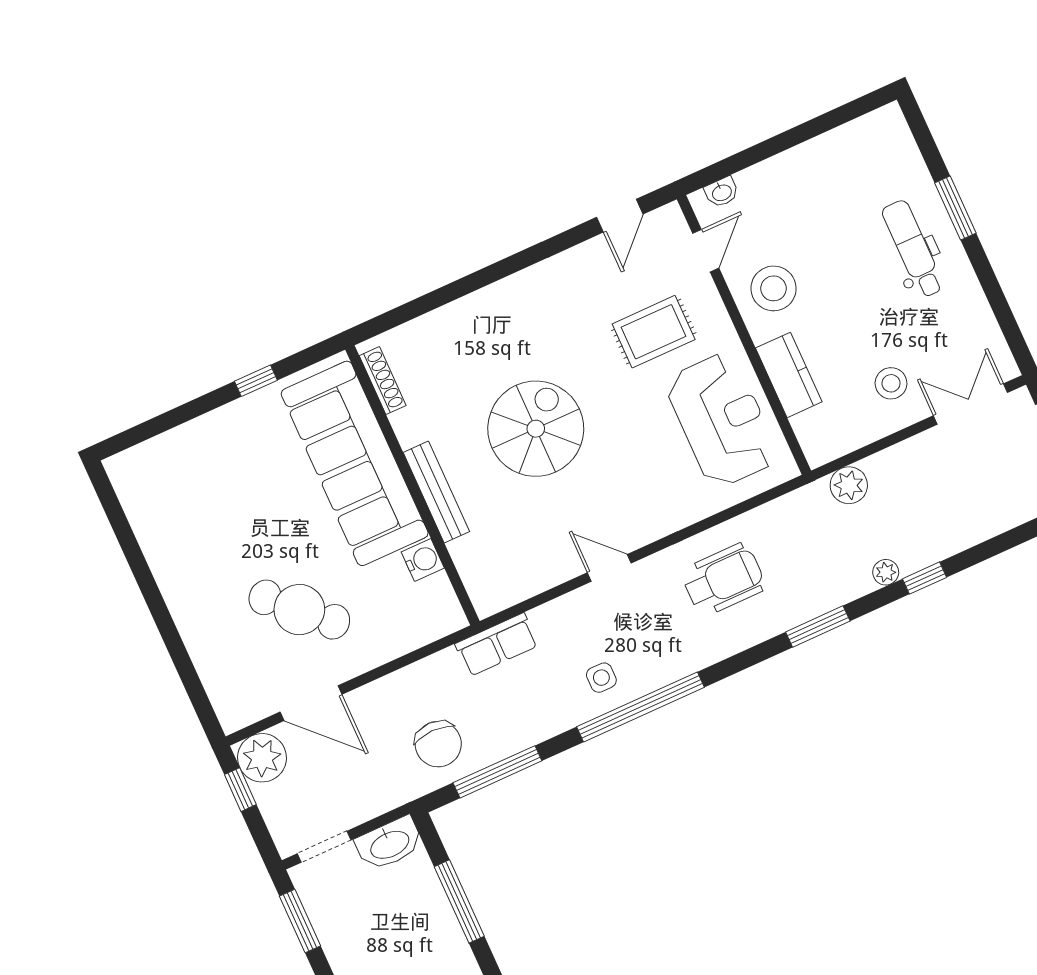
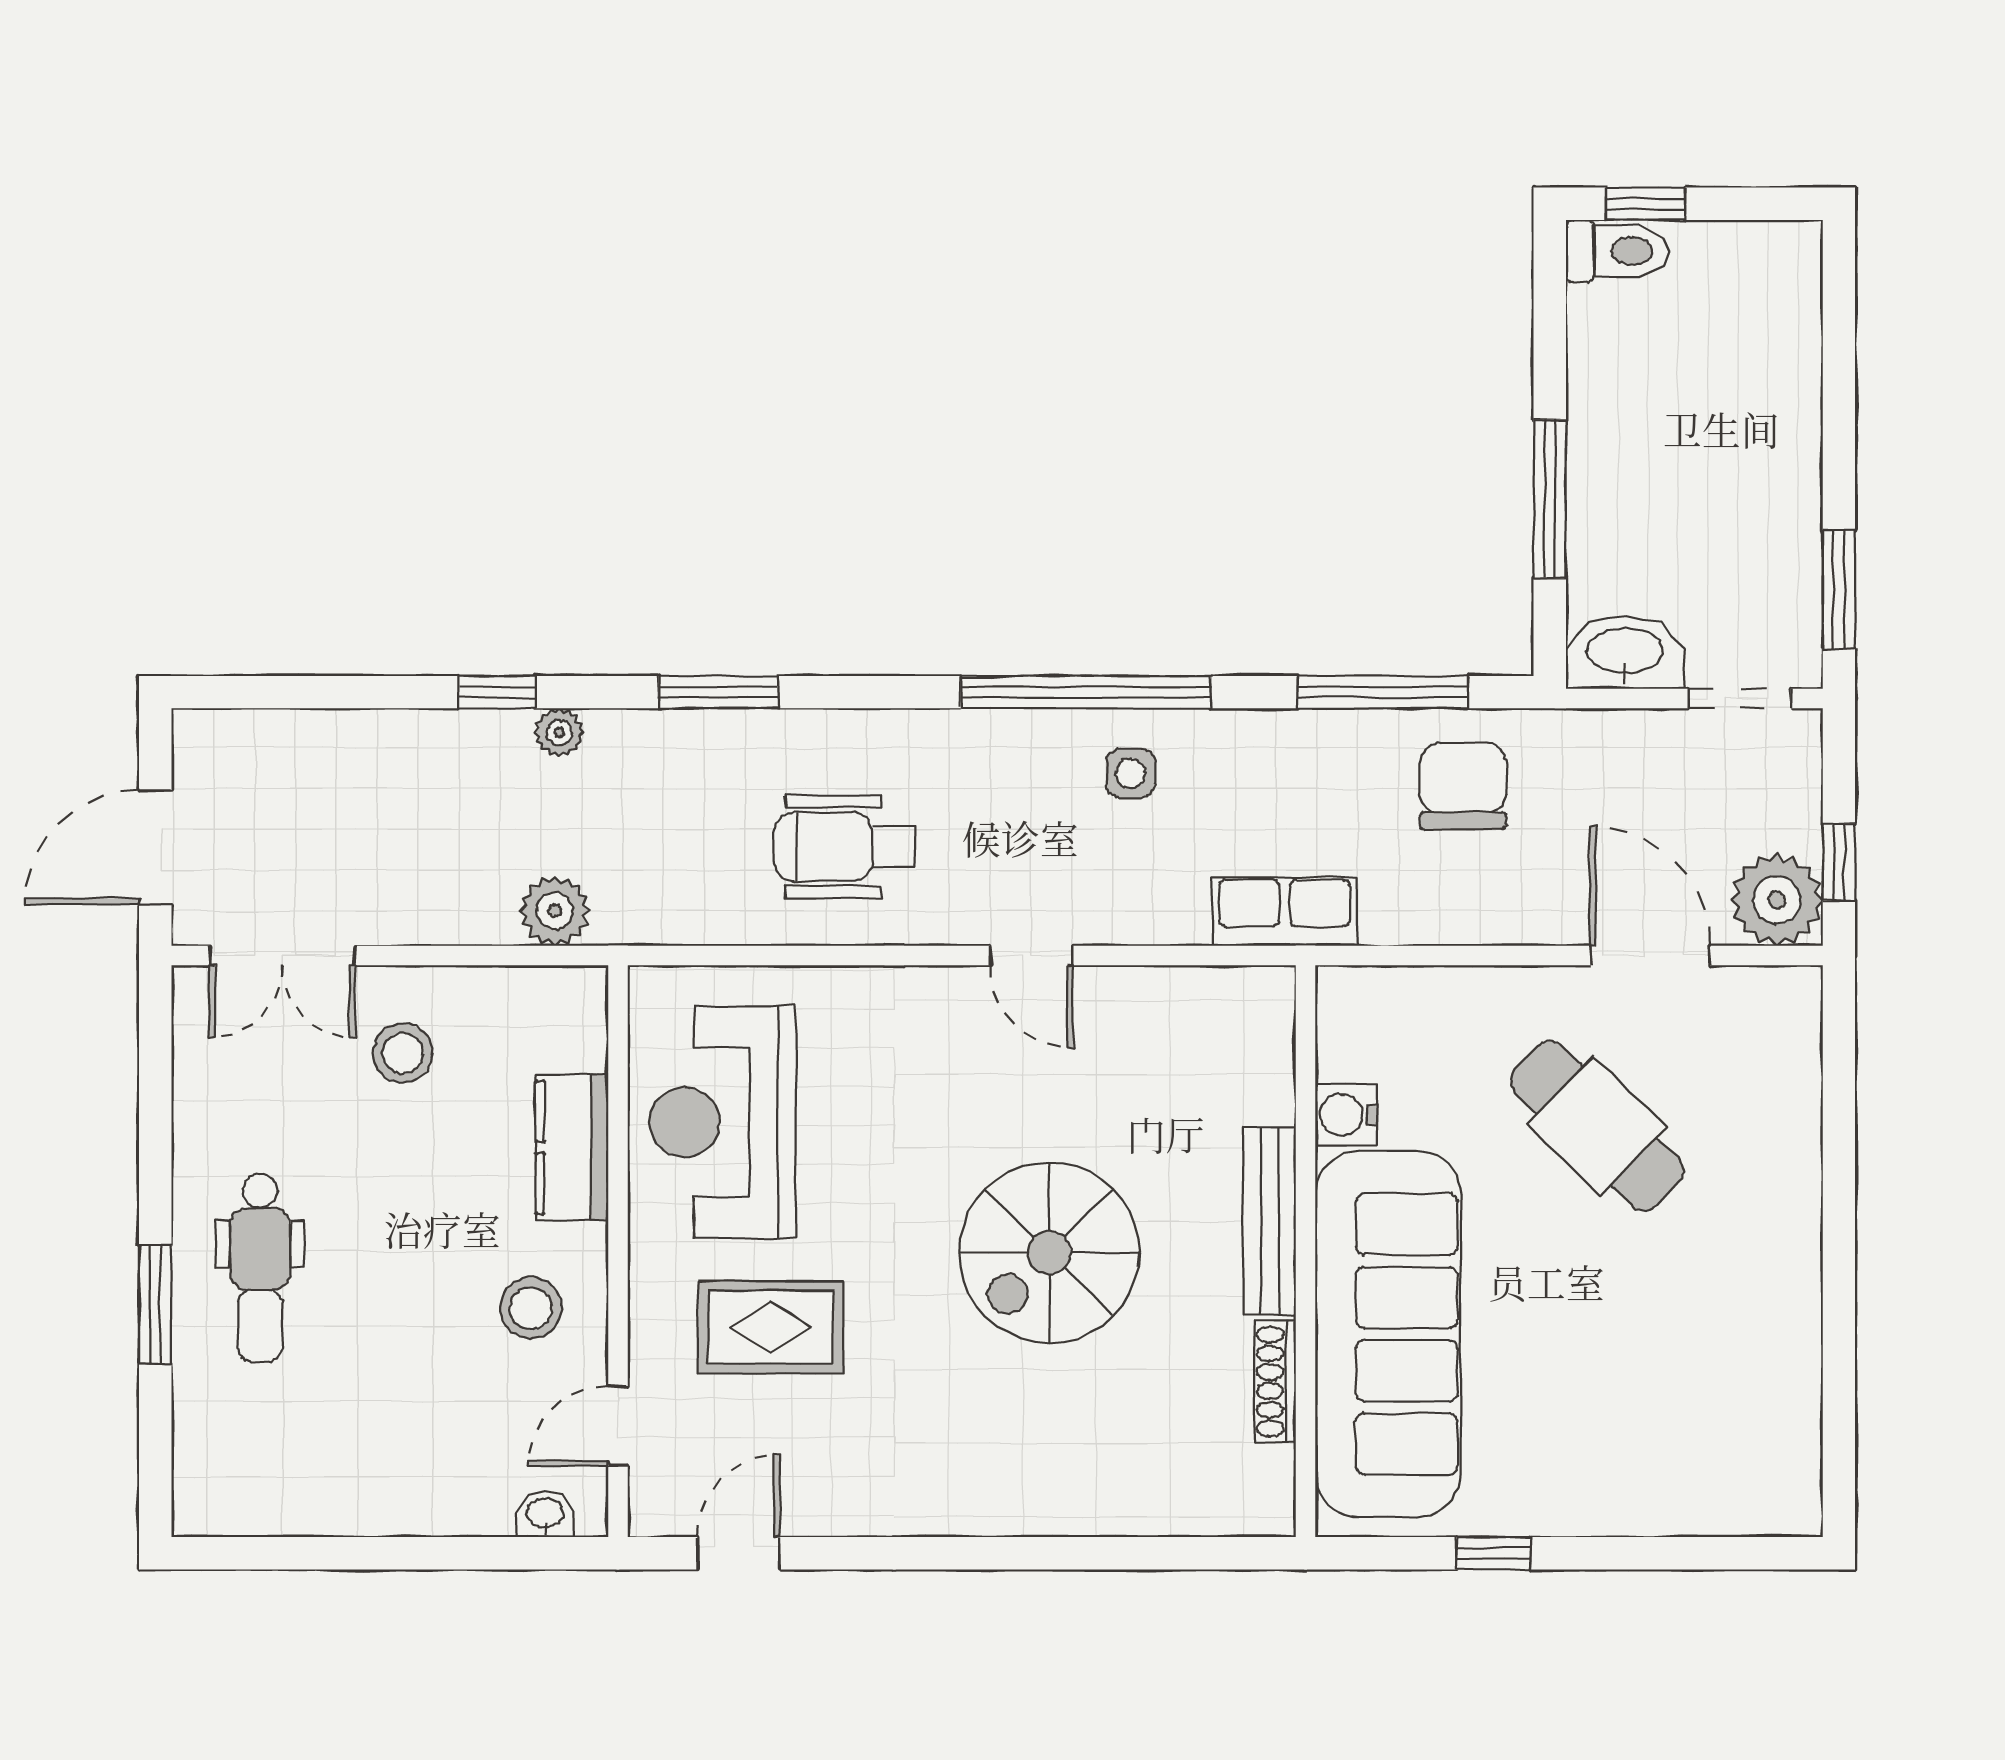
stool: (774, 288) -> (531, 1308), width x0.73, depth x0.73
shoe rack: (383, 381) -> (1275, 1382), moved

